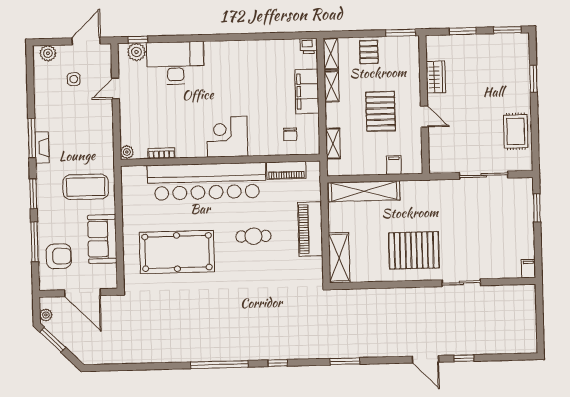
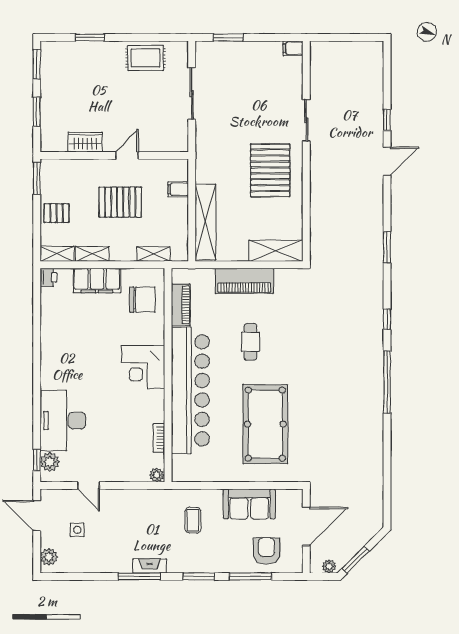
chair: (290, 134) -> (142, 300), width x1.87, depth x1.87
coffee table: (86, 187) -> (193, 520), width x0.54, depth x0.58

